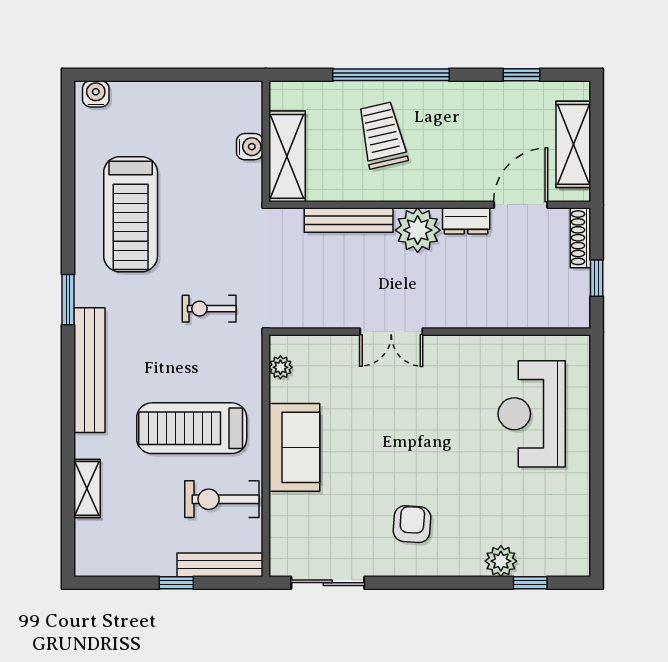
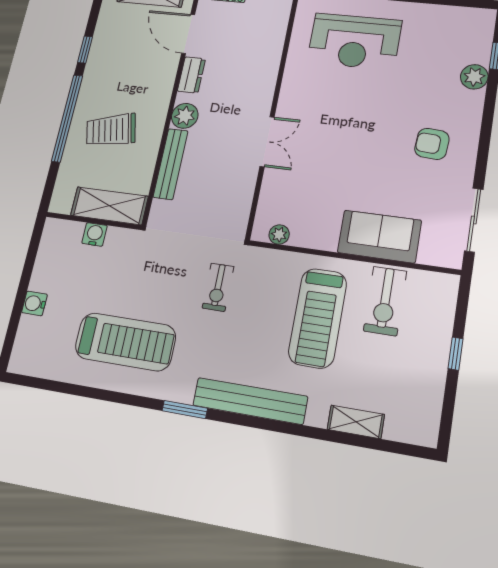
window: (521, 75) -> (85, 50), moved
water cooler: (96, 94) -> (34, 303), moved
plant: (418, 230) -> (185, 116), width x0.73, depth x0.73
sofa: (294, 447) -> (379, 236), moved
bench: (220, 565) -> (444, 312), removed

